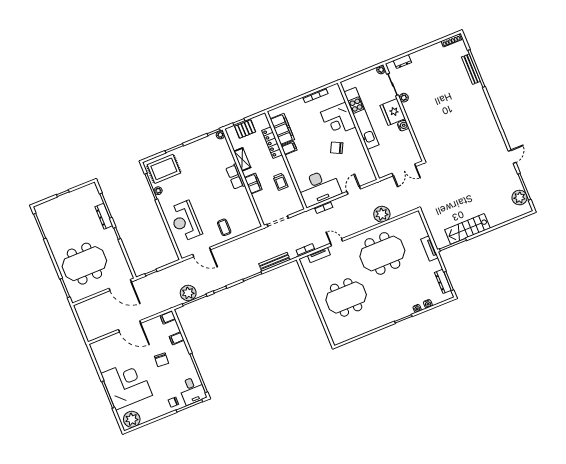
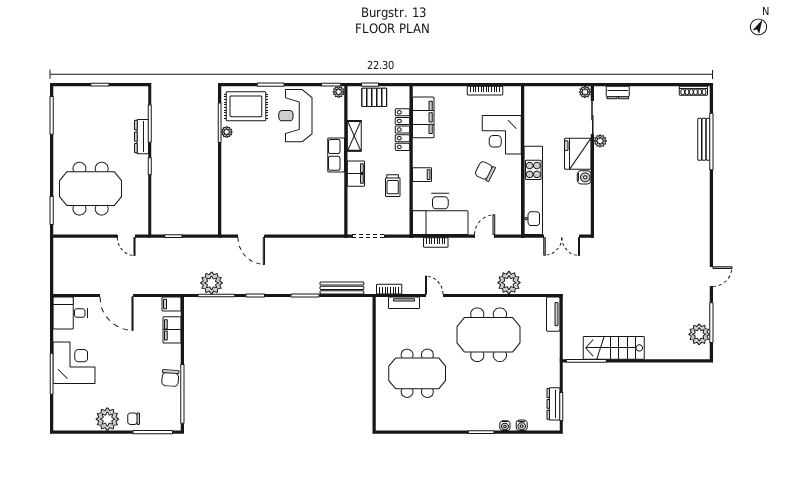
kitchen unit: (361, 118) -> (533, 190), moved
filing cabinet: (289, 148) -> (422, 175), moved
reception desk: (185, 221) -> (295, 116), moved
coffee table: (224, 227) -> (294, 216), removed
tv unit: (429, 248) -> (553, 314), moved
door: (120, 285) -> (126, 236), width x0.53
filing cabinet: (177, 338) -> (172, 330), width x2.00
chair: (162, 360) -> (170, 378), moved
corner desk: (127, 384) -> (74, 363), width x0.74, depth x0.74
desk: (192, 390) -> (70, 313), moved, turned 90
plant: (132, 419) -> (107, 419), moved

